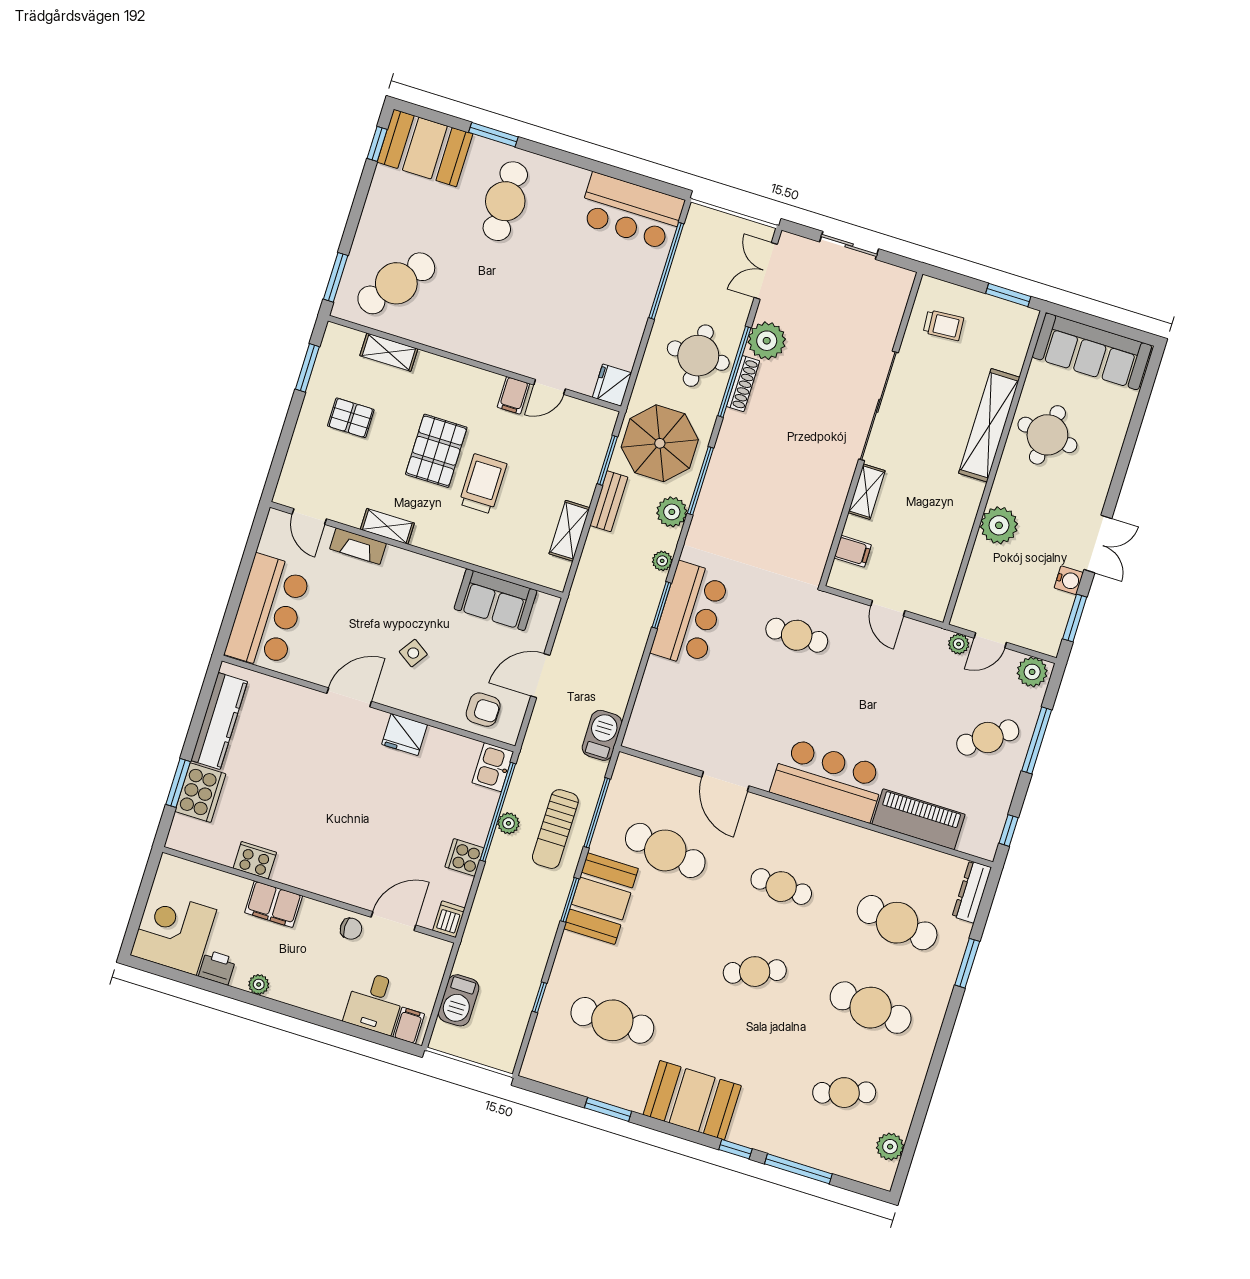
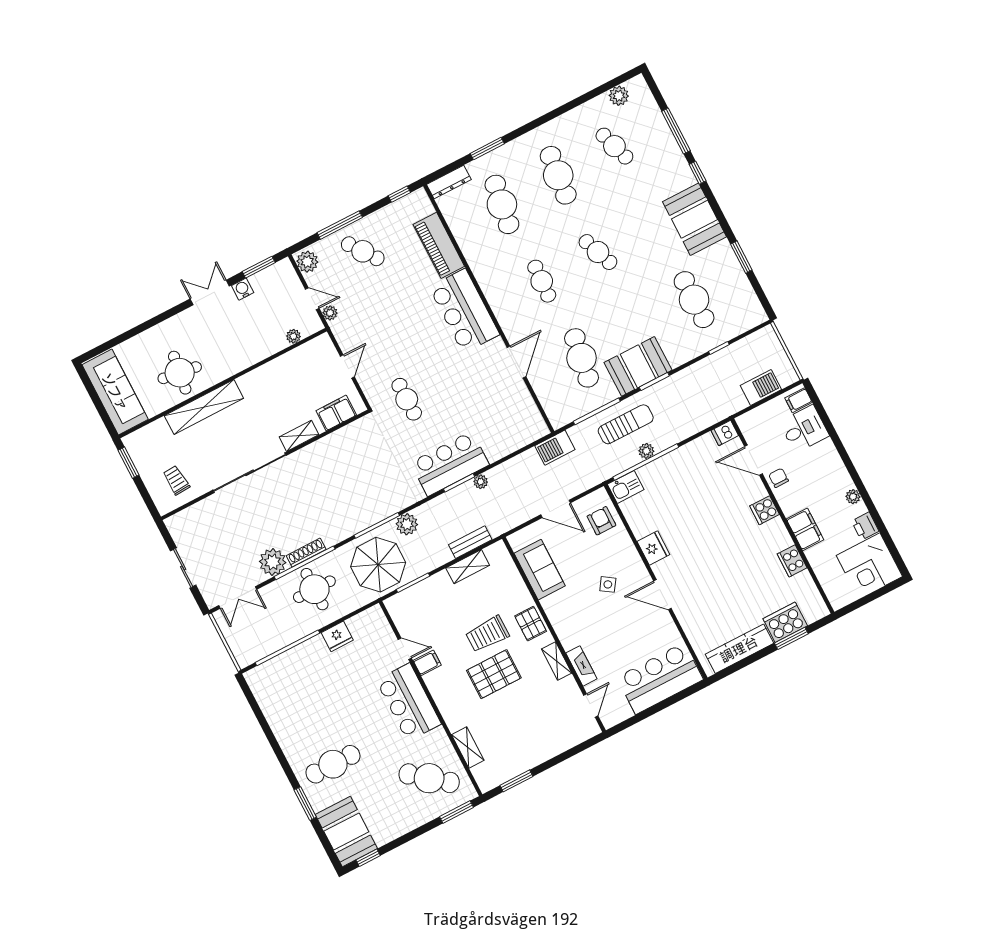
bar counter: (631, 211) -> (409, 702), moved, turned 180
fridge: (612, 385) -> (337, 636), moved
pallet: (351, 418) -> (531, 624), moved
bench: (609, 501) -> (470, 542), moved
plant: (999, 525) -> (293, 336), moved, width x0.53, depth x0.53
filing cabinet: (853, 551) -> (336, 413), width x2.00
plant: (662, 561) -> (481, 482), moved
cooker: (464, 857) -> (765, 510), moved, turned 90

